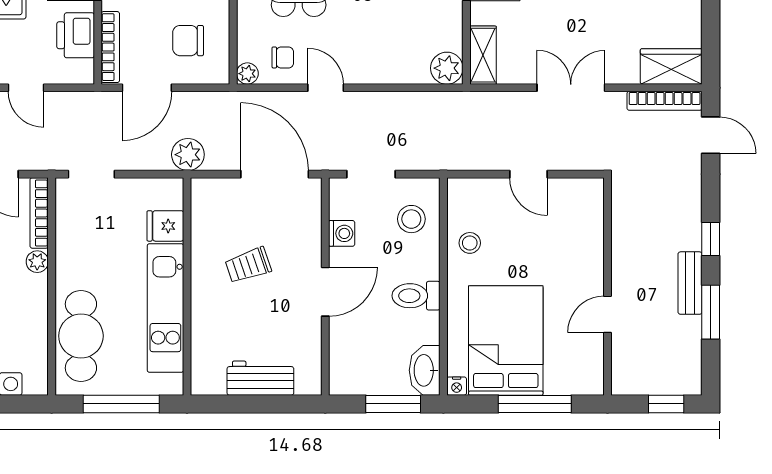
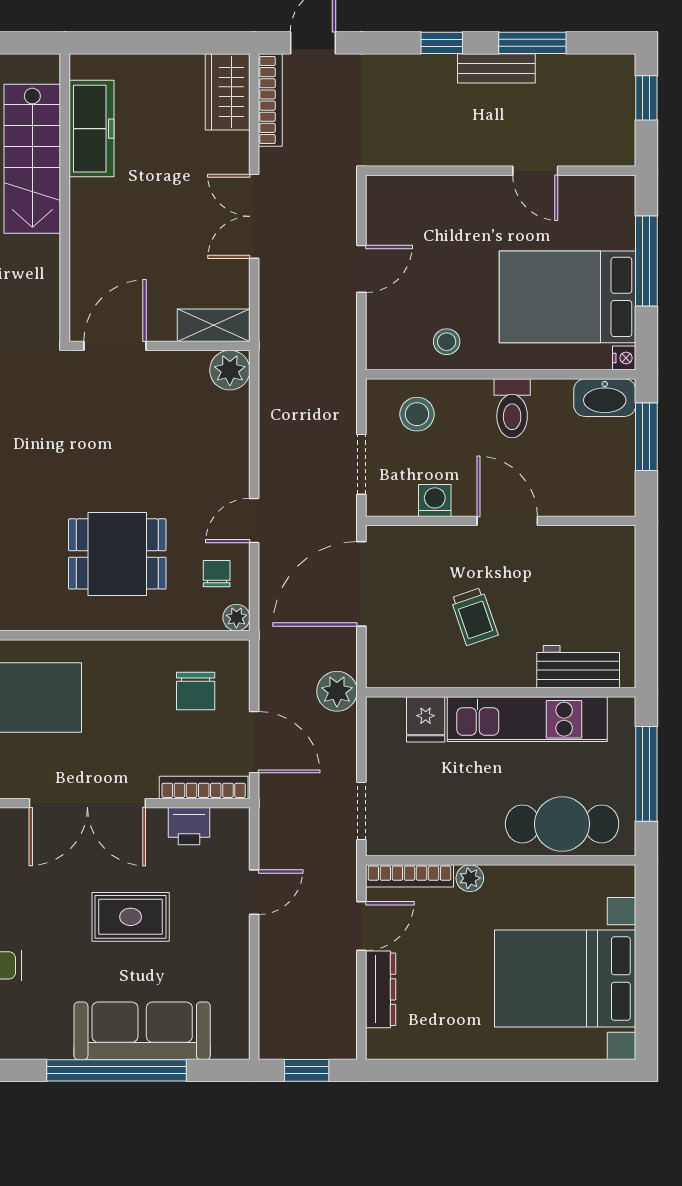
printer: (76, 35) -> (189, 826), width x0.73, depth x0.81
workbench: (260, 378) -> (578, 667), moved, turned 90

